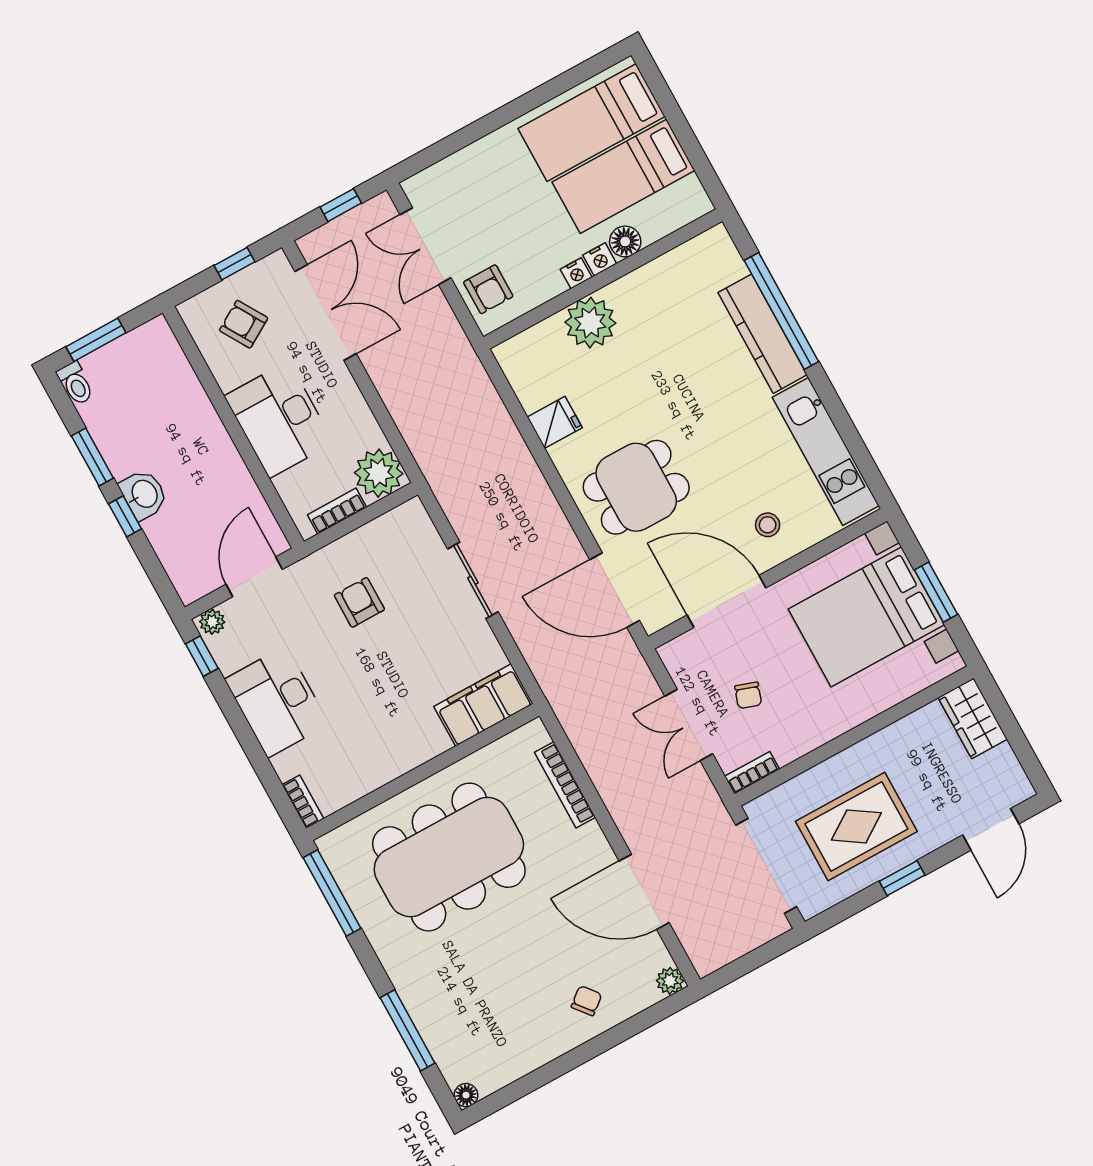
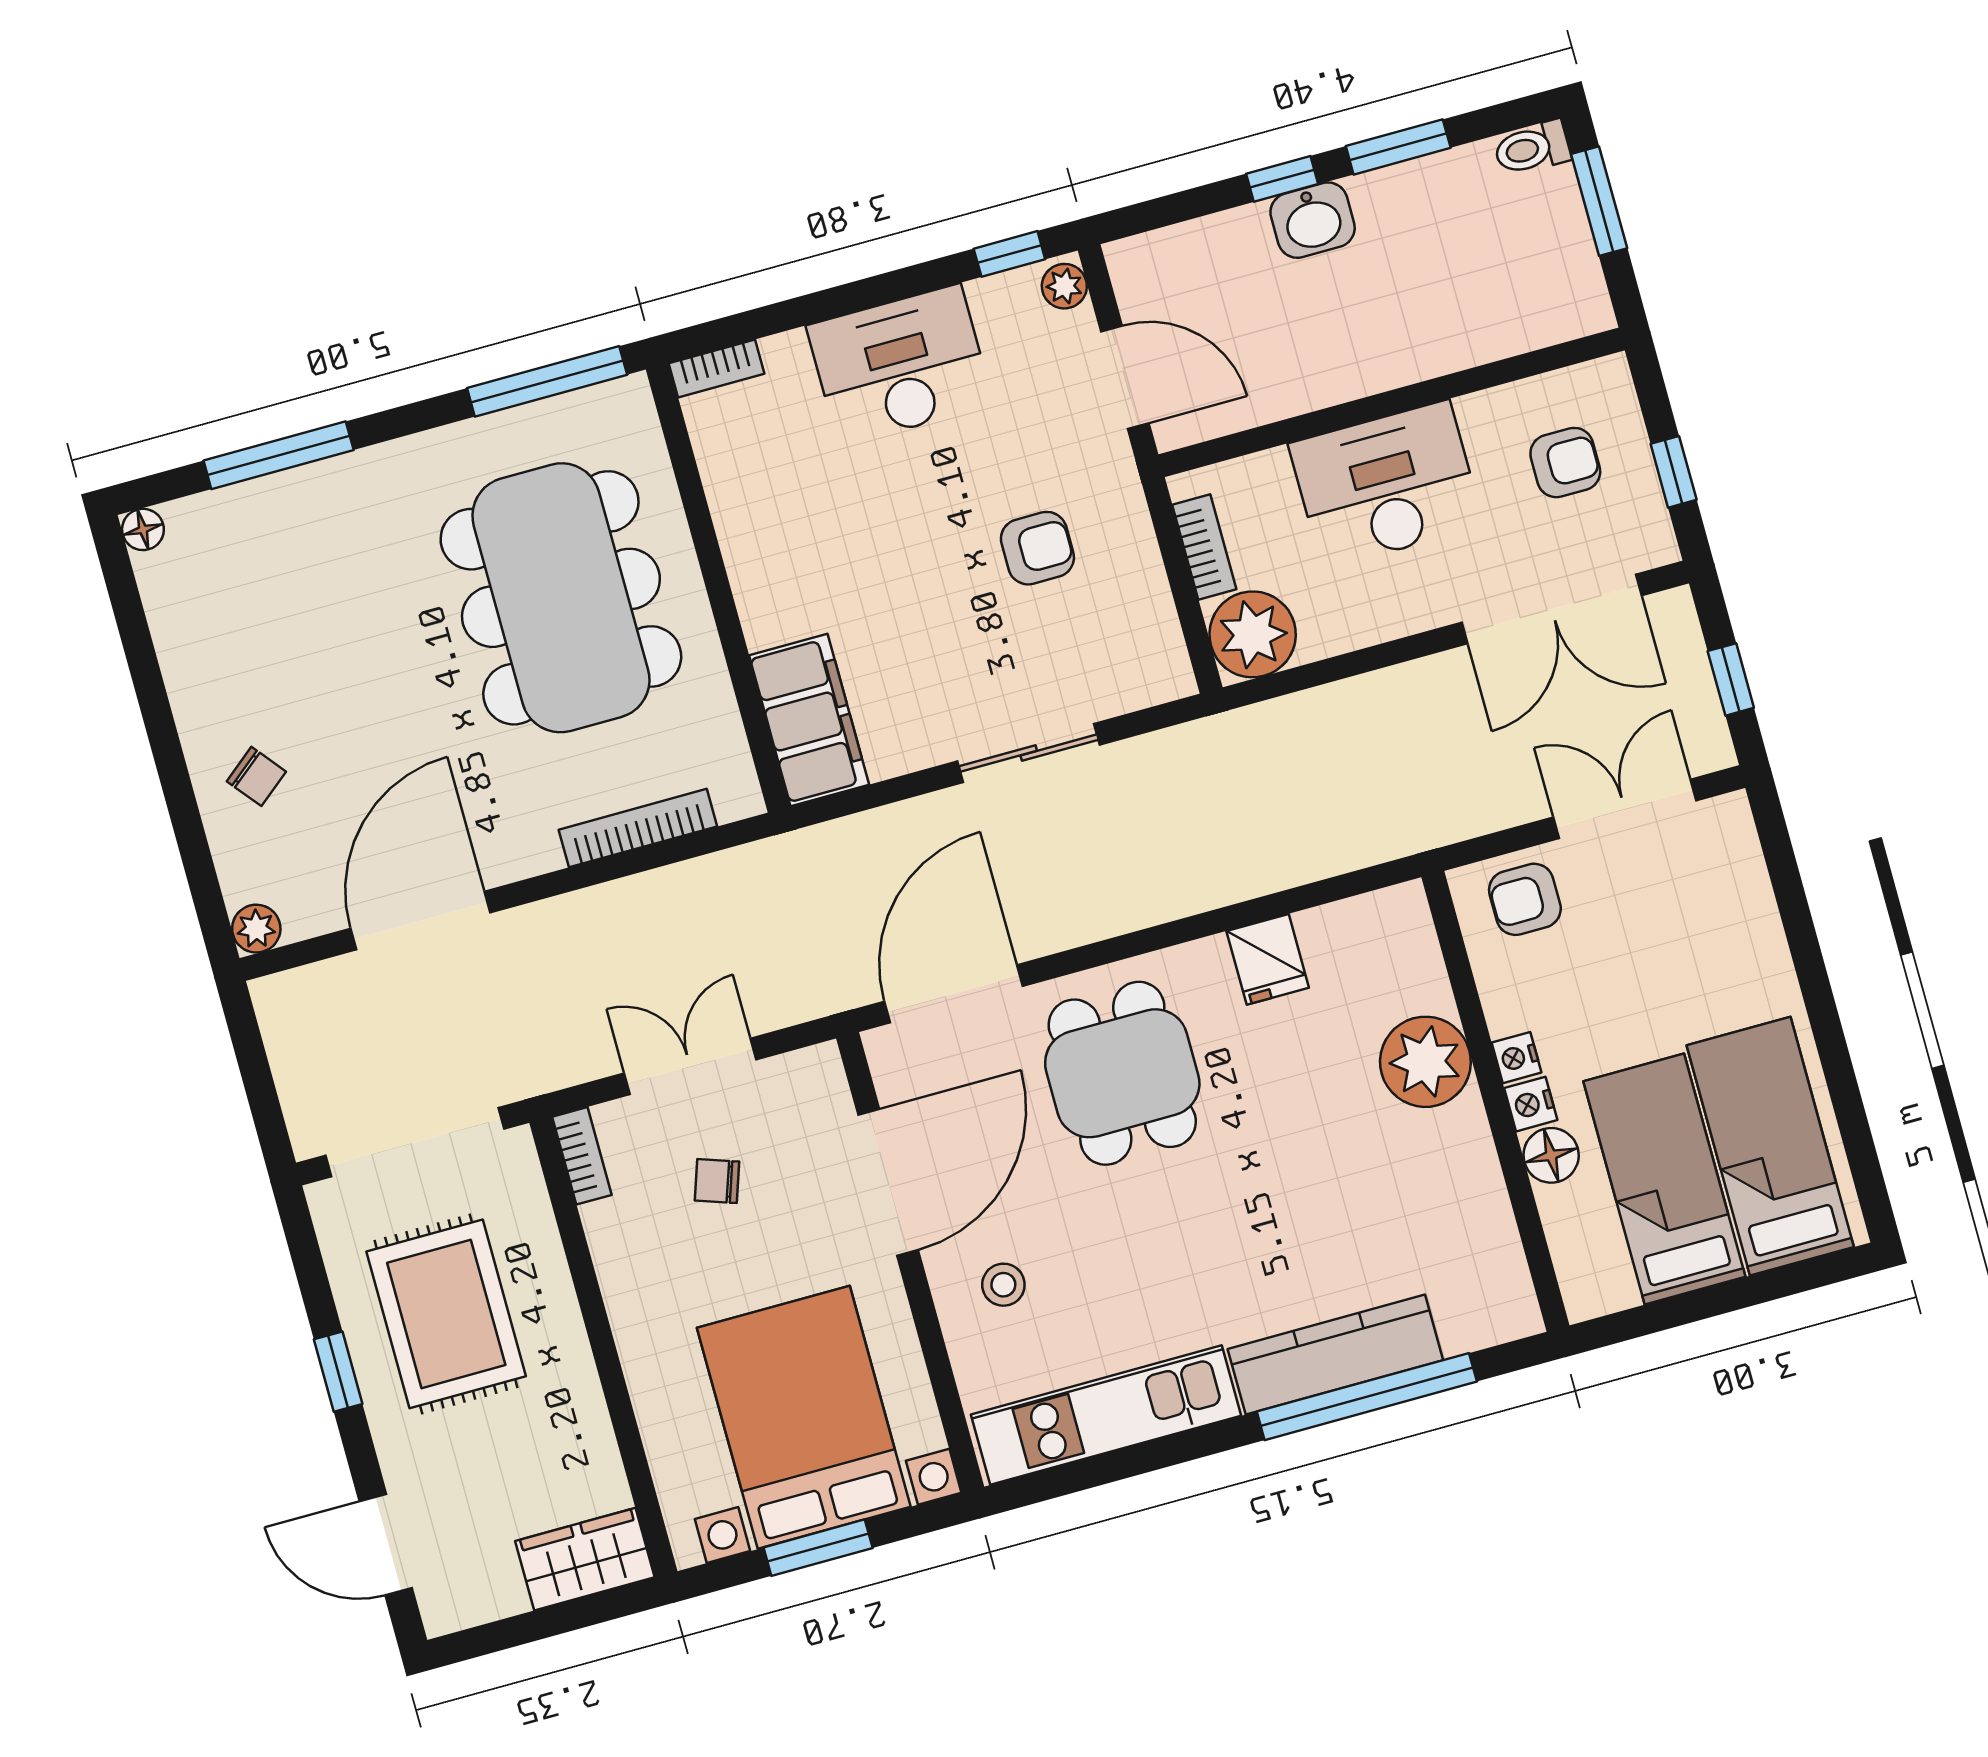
armchair: (244, 324) -> (1565, 463), turned 31

